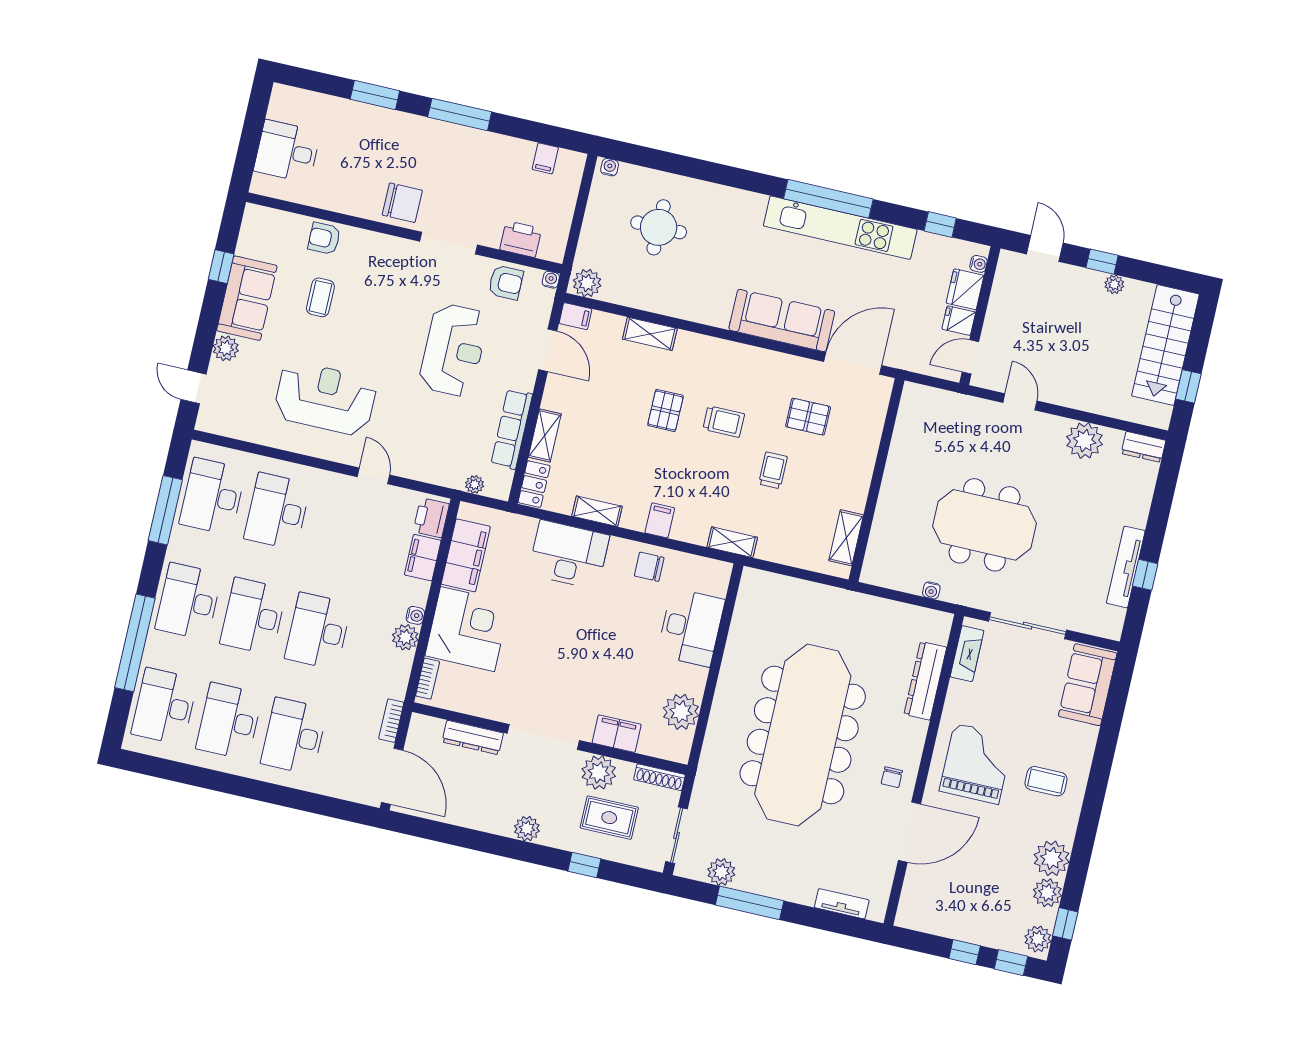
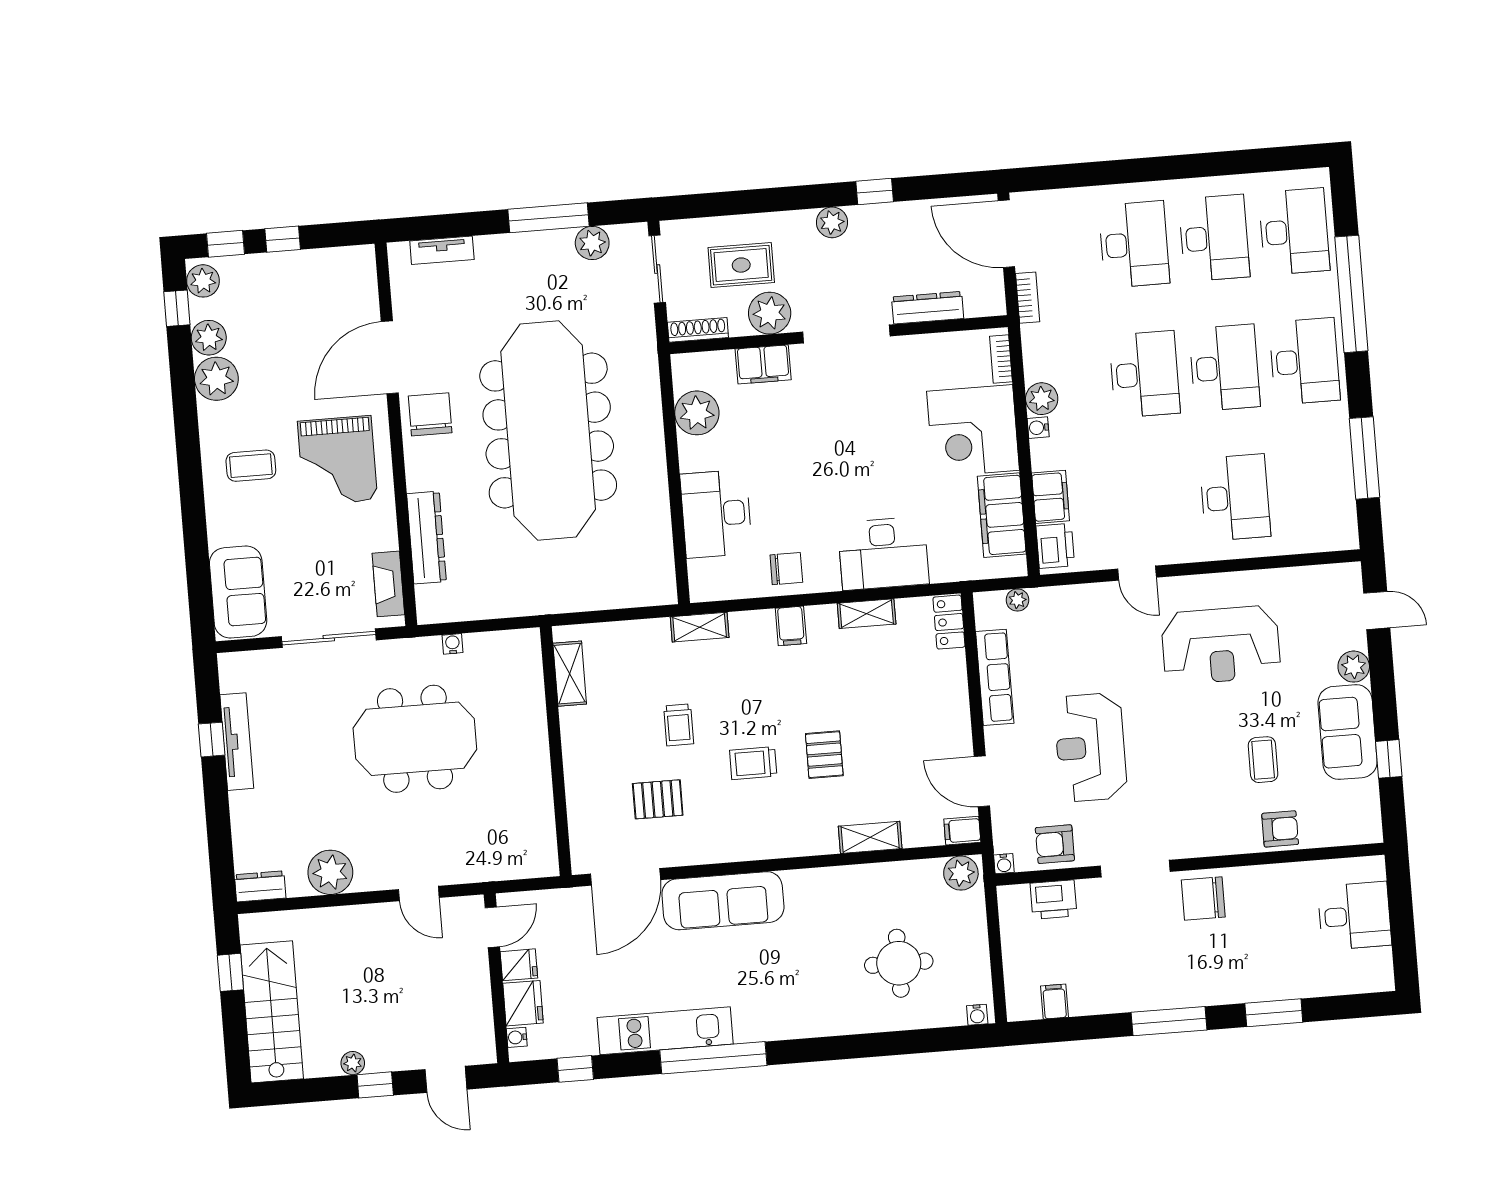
kitchen unit: (840, 228) -> (665, 1031), width x0.73
shelving: (545, 435) -> (954, 682), removed
desk: (213, 496) -> (1315, 491), removed
chair: (892, 777) -> (430, 414), width x1.87, depth x1.87
window: (584, 865) -> (875, 191), moved

